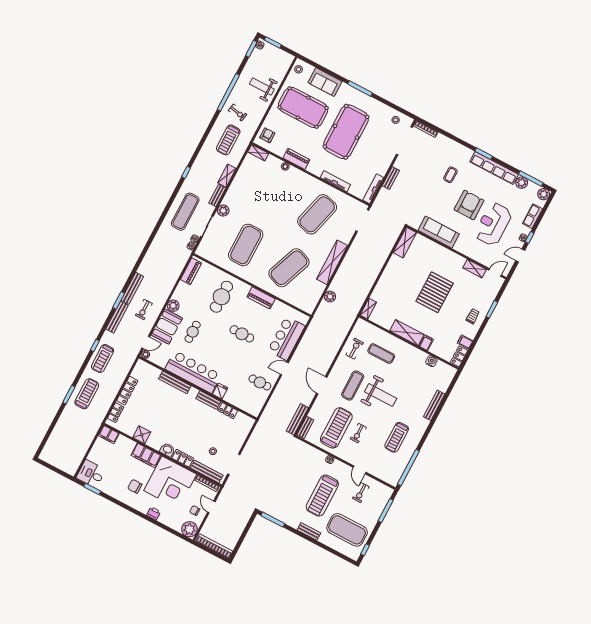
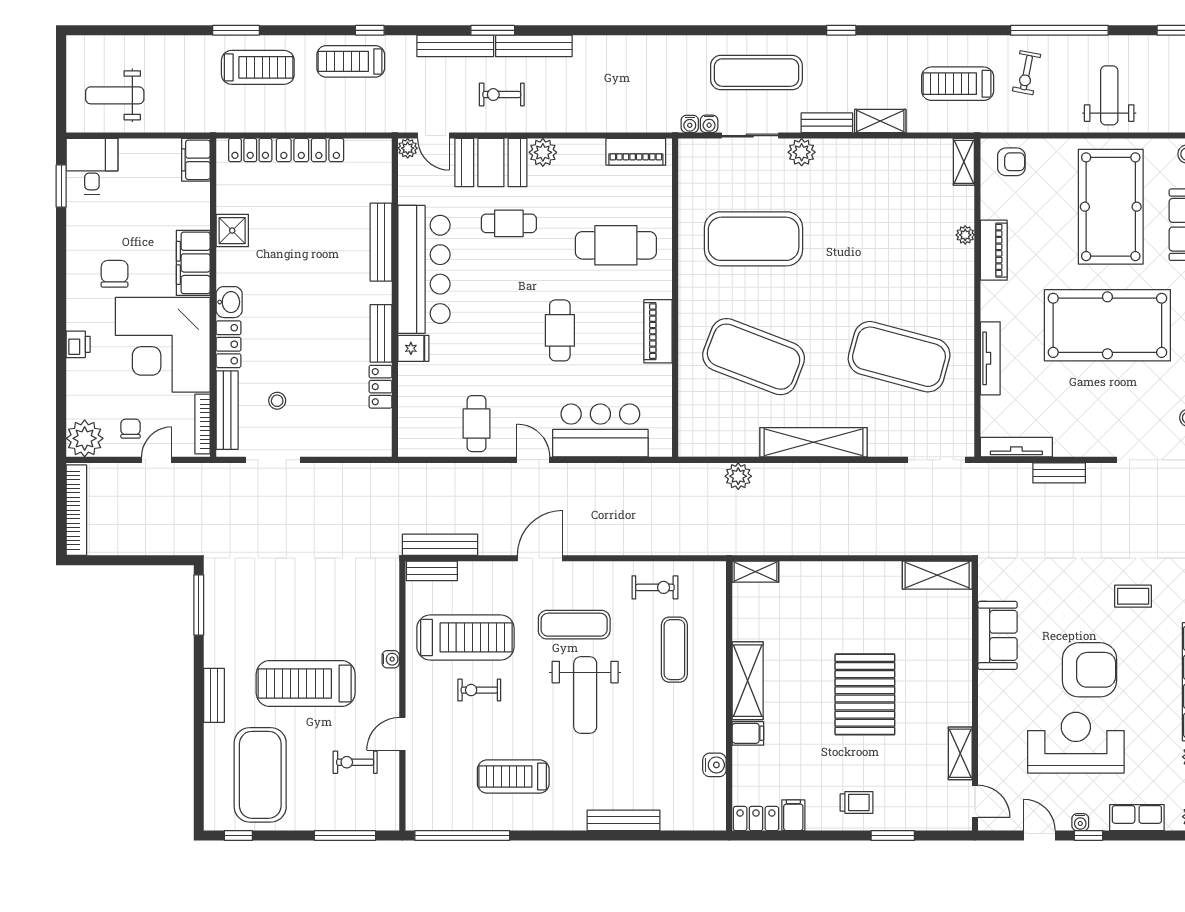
sofa: (439, 232) -> (998, 635), width x0.73
pallet: (435, 292) -> (865, 694), turned 90
weight bench: (69, 452) -> (115, 95), added

